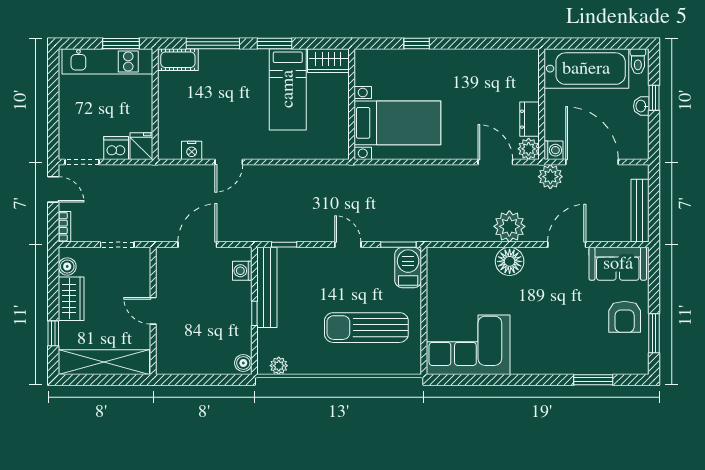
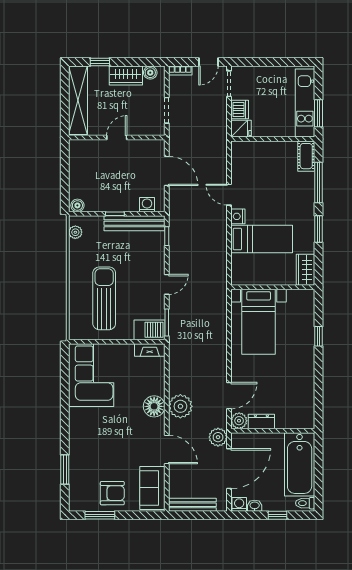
bed: (288, 89) -> (262, 239), moved, turned 180
washbasin: (641, 106) -> (255, 506), moved
nightstand: (192, 150) -> (238, 216), moved
washing machine: (554, 150) -> (239, 504), moved, turned 180
fireplace: (435, 267) -> (150, 350), added
armchair: (625, 317) -> (112, 493), turned 180

